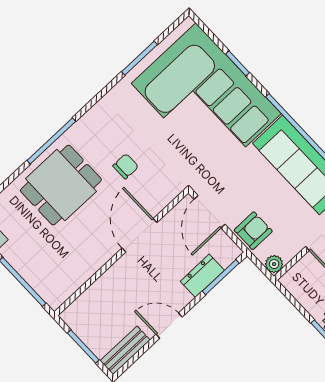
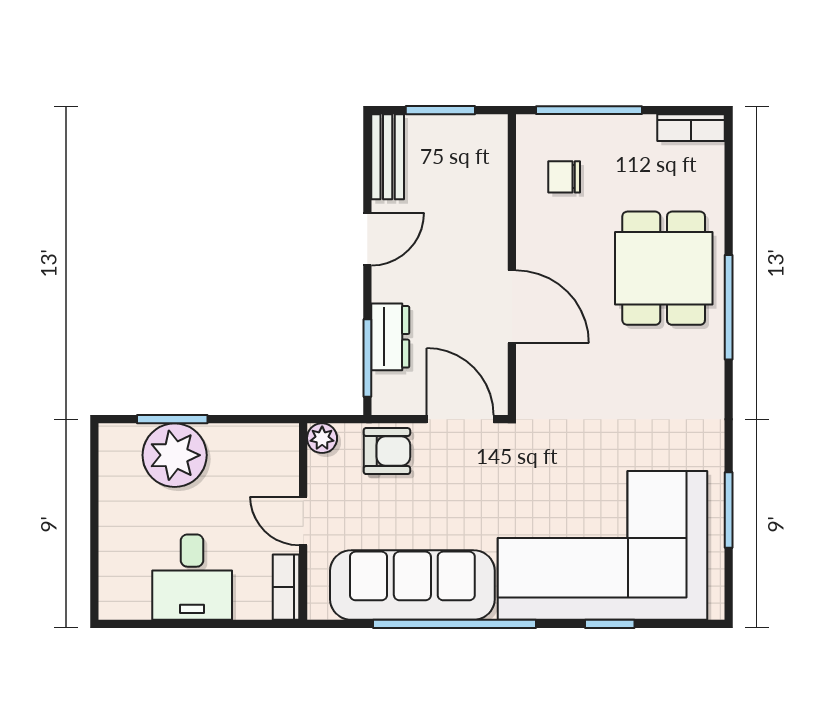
chair: (126, 166) -> (564, 177), moved, turned 90
armchair: (253, 231) -> (387, 451), turned -90

